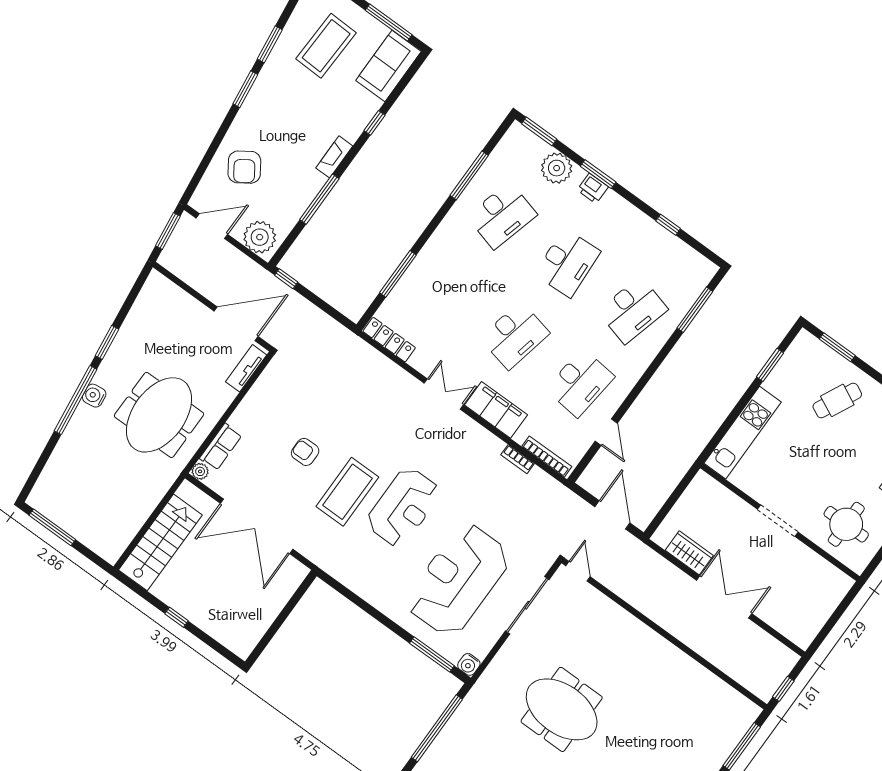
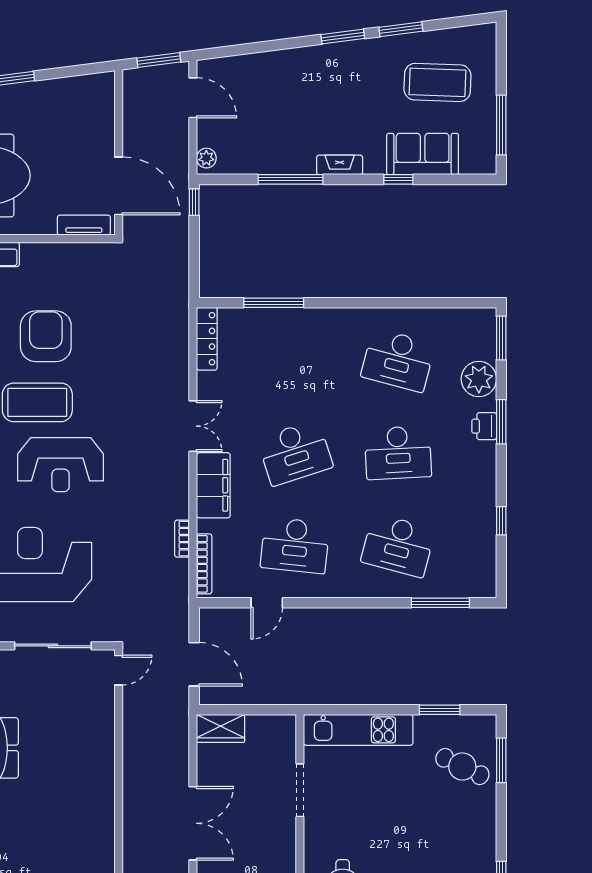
sofa: (388, 66) -> (423, 154), moved
armchair: (244, 167) -> (270, 88), removed
window: (469, 175) -> (413, 303), removed
plant: (260, 237) -> (206, 158), width x0.53, depth x0.53
desk: (515, 336) -> (295, 453), turned -30
cafe table: (837, 400) -> (462, 767), moved
armchair: (305, 452) -> (46, 336), width x1.88, depth x1.88
door: (612, 515) -> (194, 664), hinge flipped
doorway: (778, 521) -> (300, 790), moved
wardrobe: (689, 553) -> (221, 728), moved, turned 90

